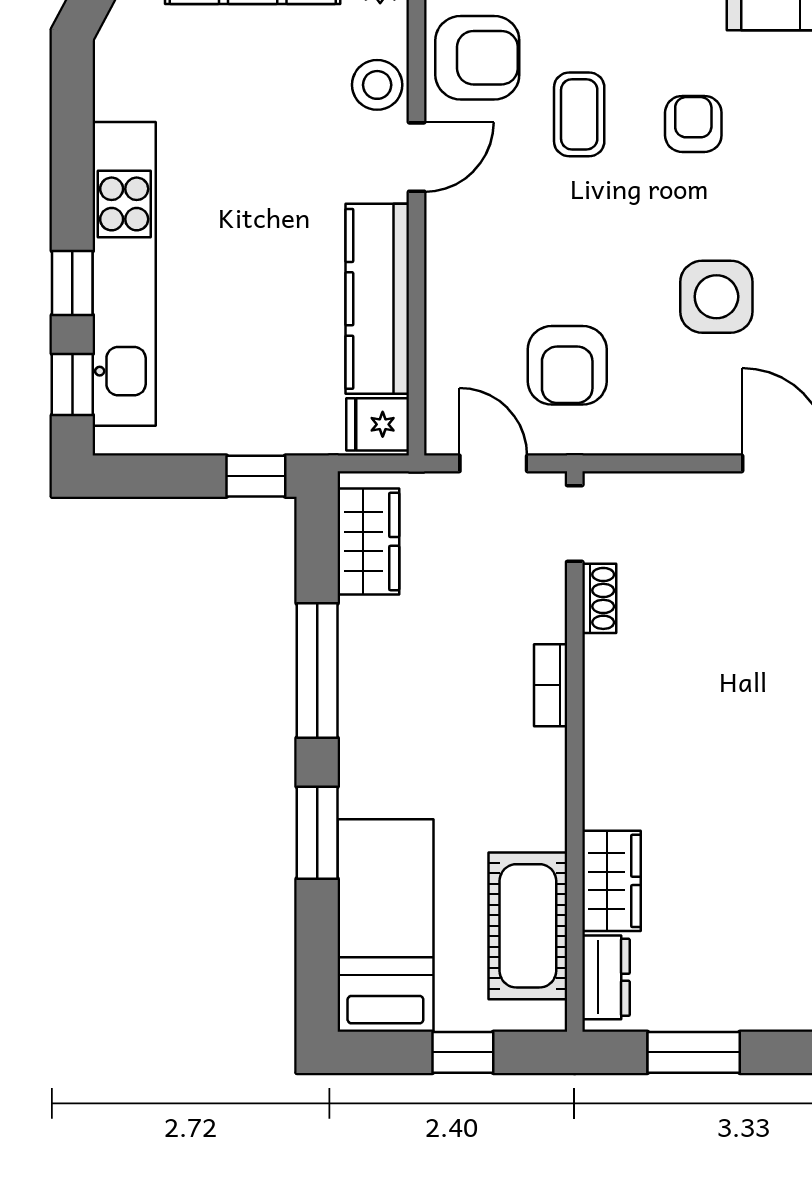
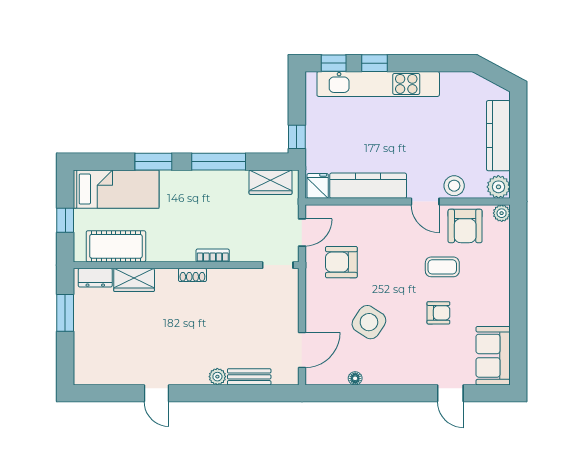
side table: (716, 297) -> (369, 322), turned 33
shoe rack: (599, 598) -> (192, 275), moved

